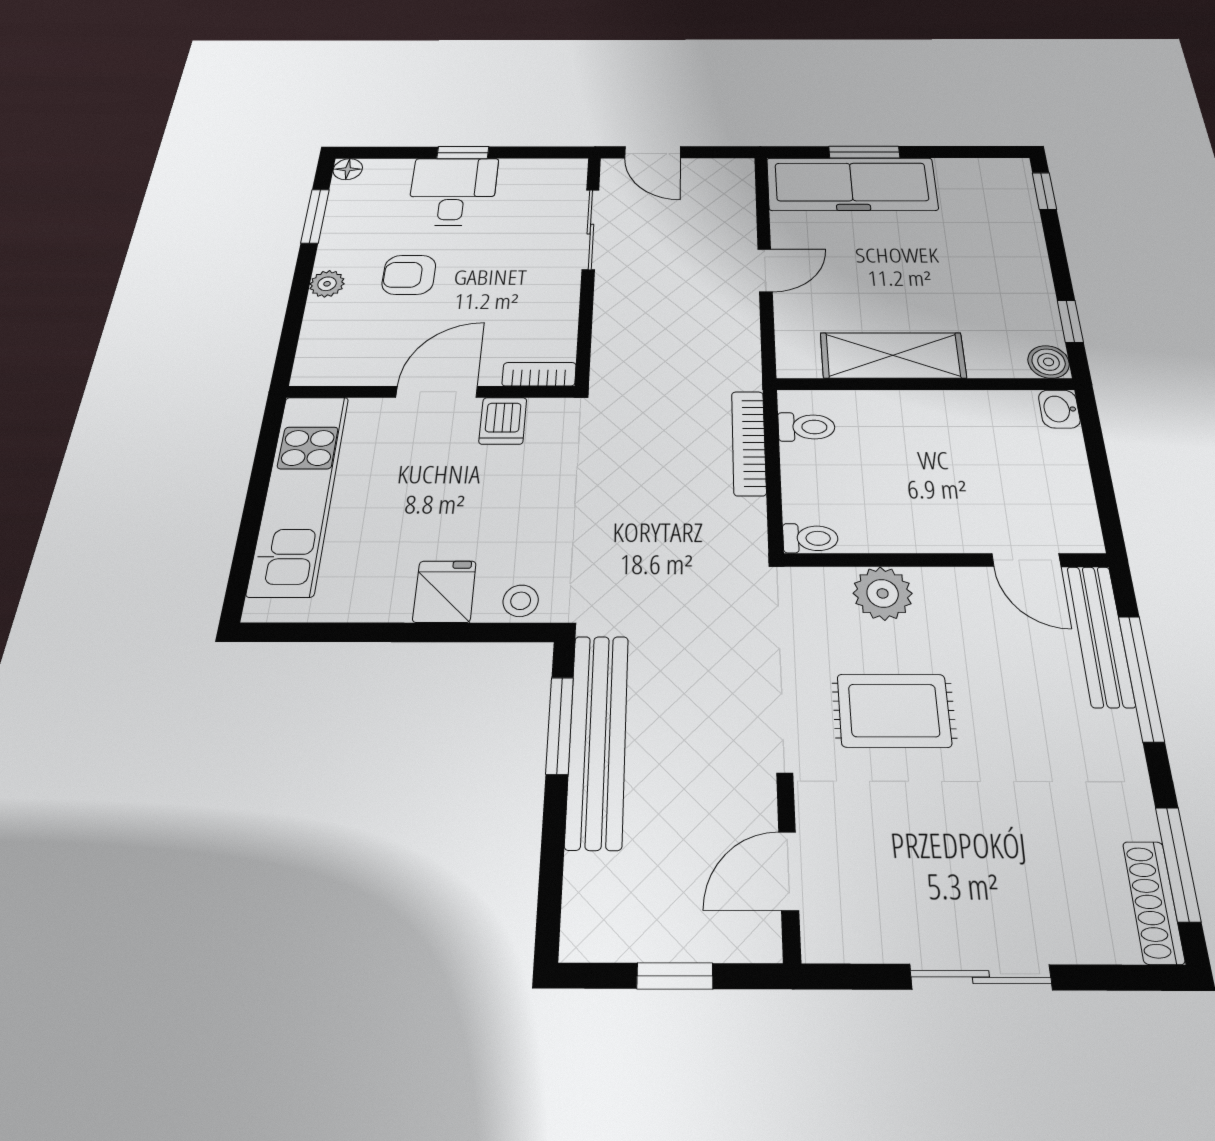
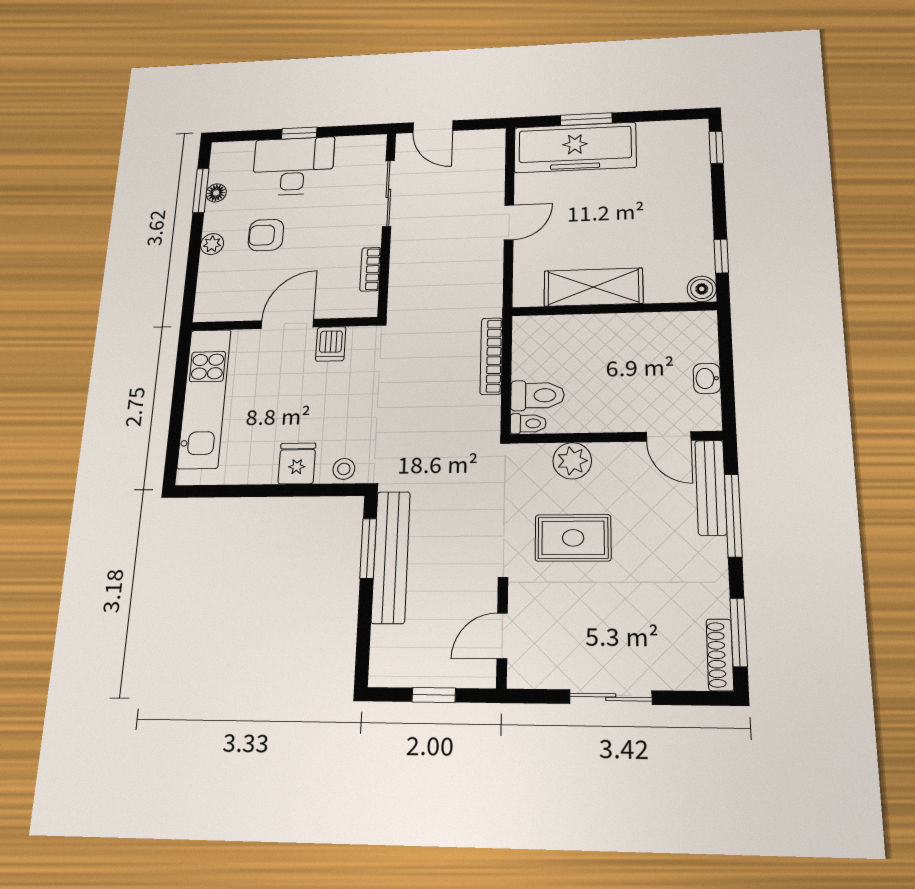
floor lamp: (348, 169) -> (216, 193), moved
desk: (453, 191) -> (293, 166), width x1.37
bookcase: (539, 374) -> (370, 269), moved, turned -90
washbasin: (1059, 409) -> (707, 378), moved
toilet: (806, 427) -> (537, 395), moved, width x1.37, depth x1.39

